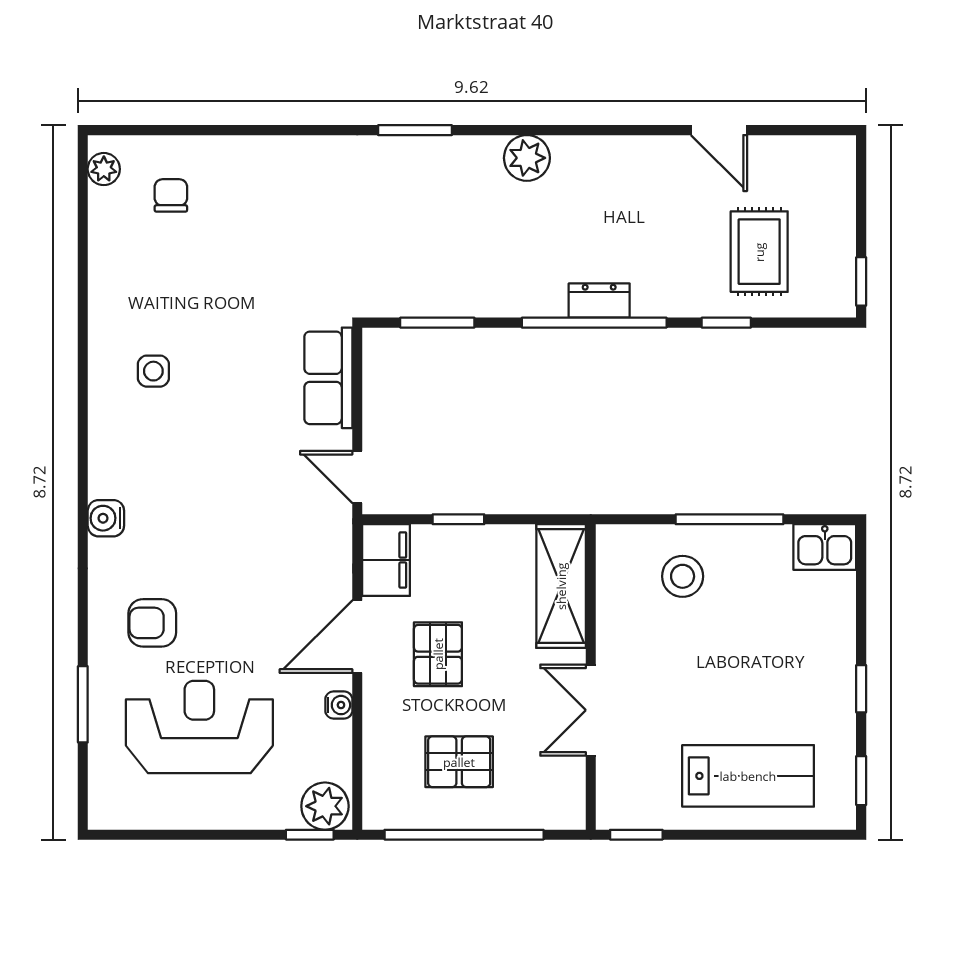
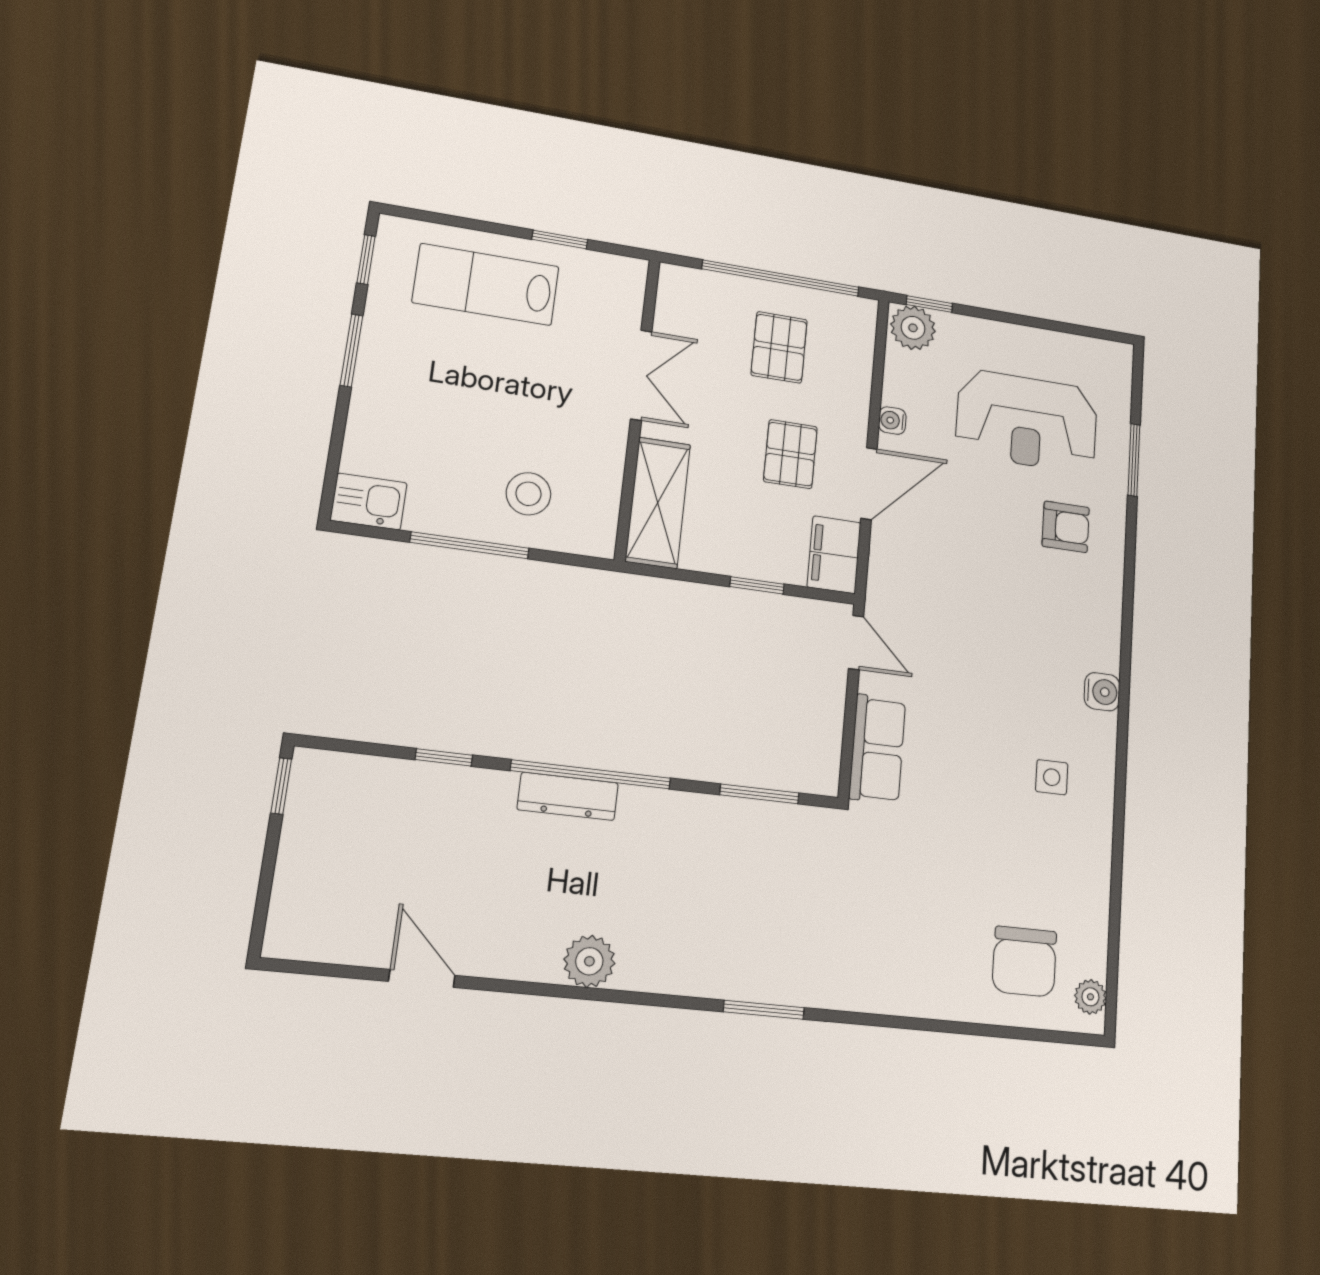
plant: (527, 158) -> (589, 961), moved
chair: (171, 195) -> (1024, 961), width x1.87, depth x1.87
rug: (759, 252) -> (395, 833), removed
dresser: (599, 301) -> (568, 796), width x1.44
water cooler: (106, 518) -> (1102, 692), moved
window: (861, 689) -> (351, 350), width x1.50
pallet: (459, 762) -> (779, 347), turned 90
window: (636, 835) -> (560, 239), moved

